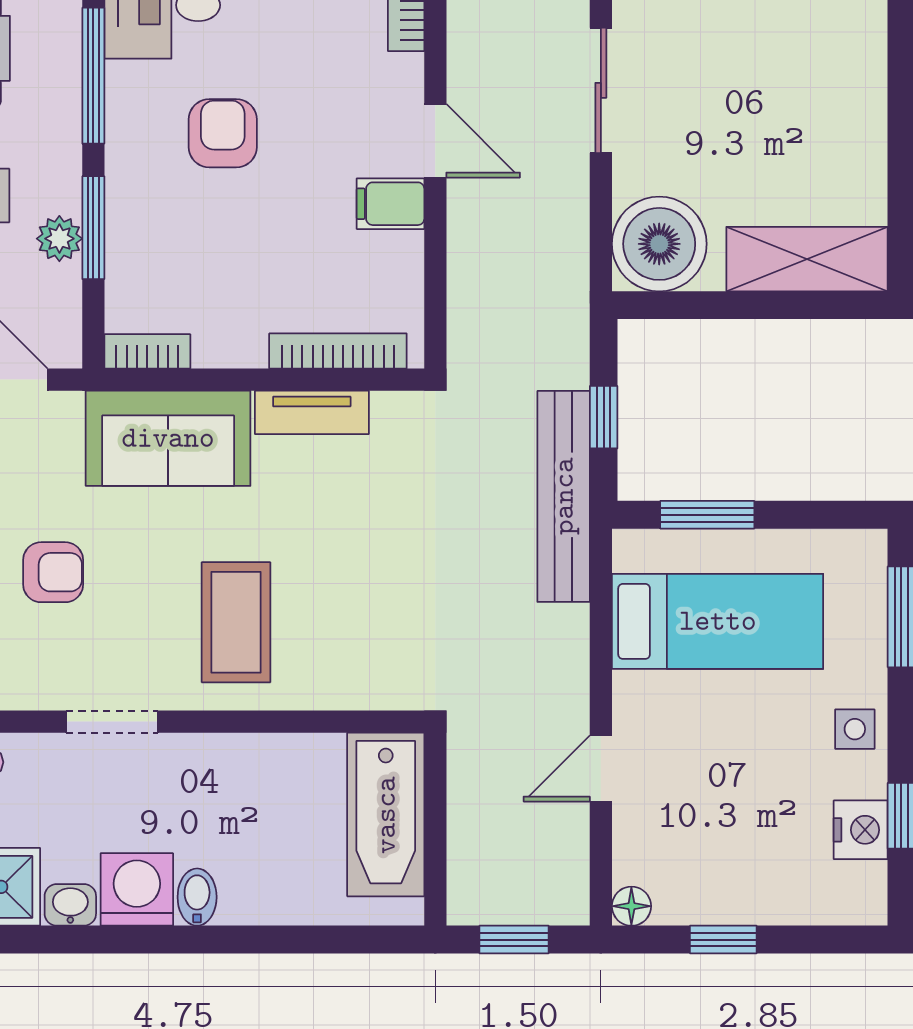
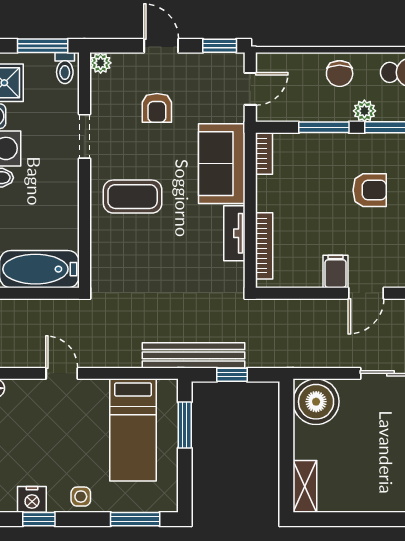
plant: (59, 239) -> (364, 111), moved
shelving: (807, 259) -> (305, 486), width x0.67, depth x0.75

